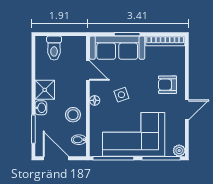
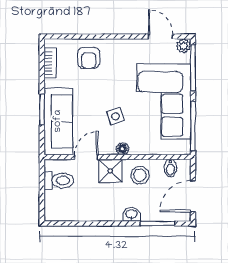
bookcase: (165, 41) -> (50, 63), width x0.64
toilet: (54, 48) -> (59, 181), moved
armchair: (167, 85) -> (89, 58), moved
shower: (45, 90) -> (110, 171), moved
door: (187, 110) -> (160, 37), moved

